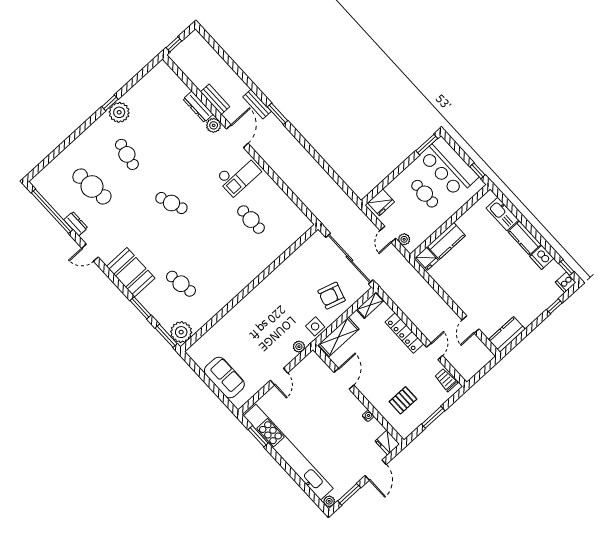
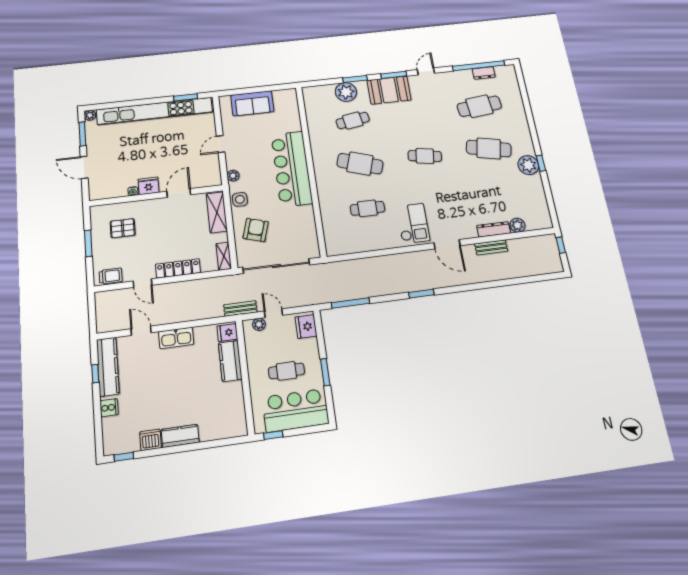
bench: (257, 104) -> (240, 309), moved
window: (277, 114) -> (421, 294), moved
plant: (214, 125) -> (517, 225), moved
window: (427, 145) -> (325, 372), moved
cafe table: (127, 154) -> (489, 148), width x1.37, depth x1.35
checkout: (238, 175) -> (413, 223), turned 180
window: (339, 181) -> (350, 303), added
cafe table: (171, 203) -> (425, 156), turned 30
kitchen sink: (502, 214) -> (176, 338), moved, turned 180
dresser: (76, 224) -> (484, 73), moved
cafe table: (216, 252) -> (360, 164), added
cooker: (566, 282) -> (109, 408), moved, turned 90
bar counter: (260, 304) -> (292, 169), added
window: (554, 306) -> (95, 374), moved
plant: (181, 332) -> (346, 92), moved
kitchen counter: (507, 334) -> (108, 367), width x1.50
window: (166, 336) -> (394, 75), moved
door: (279, 377) -> (221, 144), hinge flipped
door: (344, 379) -> (179, 193), swing flipped
pallet: (403, 400) -> (123, 228), turned 90
fridge: (387, 443) -> (148, 186), moved

